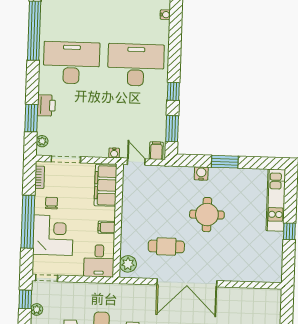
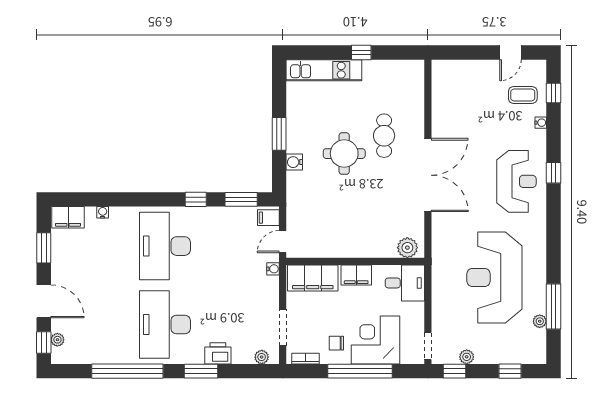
window: (31, 118) -> (201, 371), moved
filing cabinet: (107, 227) -> (356, 275), width x2.00
cafe table: (166, 246) -> (384, 136), moved

